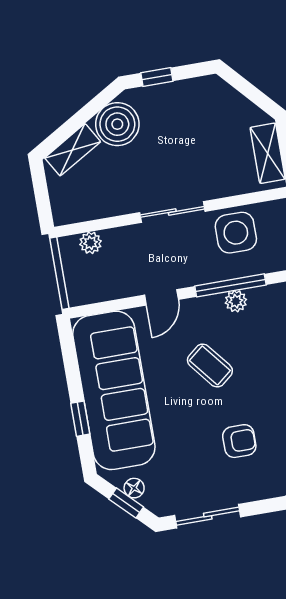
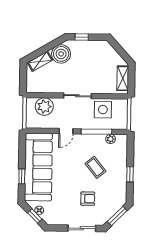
plant: (91, 243) -> (44, 107), width x1.88, depth x1.88
plant: (236, 301) -> (111, 139), moved
coffee table: (210, 366) -> (95, 167), moved
sliding door: (208, 516) -> (82, 228), moved

